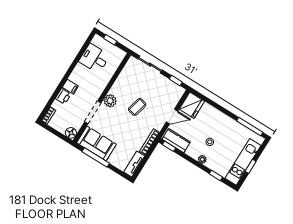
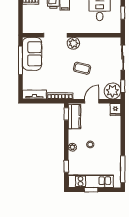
plant: (174, 92) -> (112, 91), added
fridge: (192, 105) -> (115, 110), width x0.53, depth x0.75
door: (172, 117) -> (92, 101), swing flipped
floor lamp: (71, 133) -> (28, 28), removed

